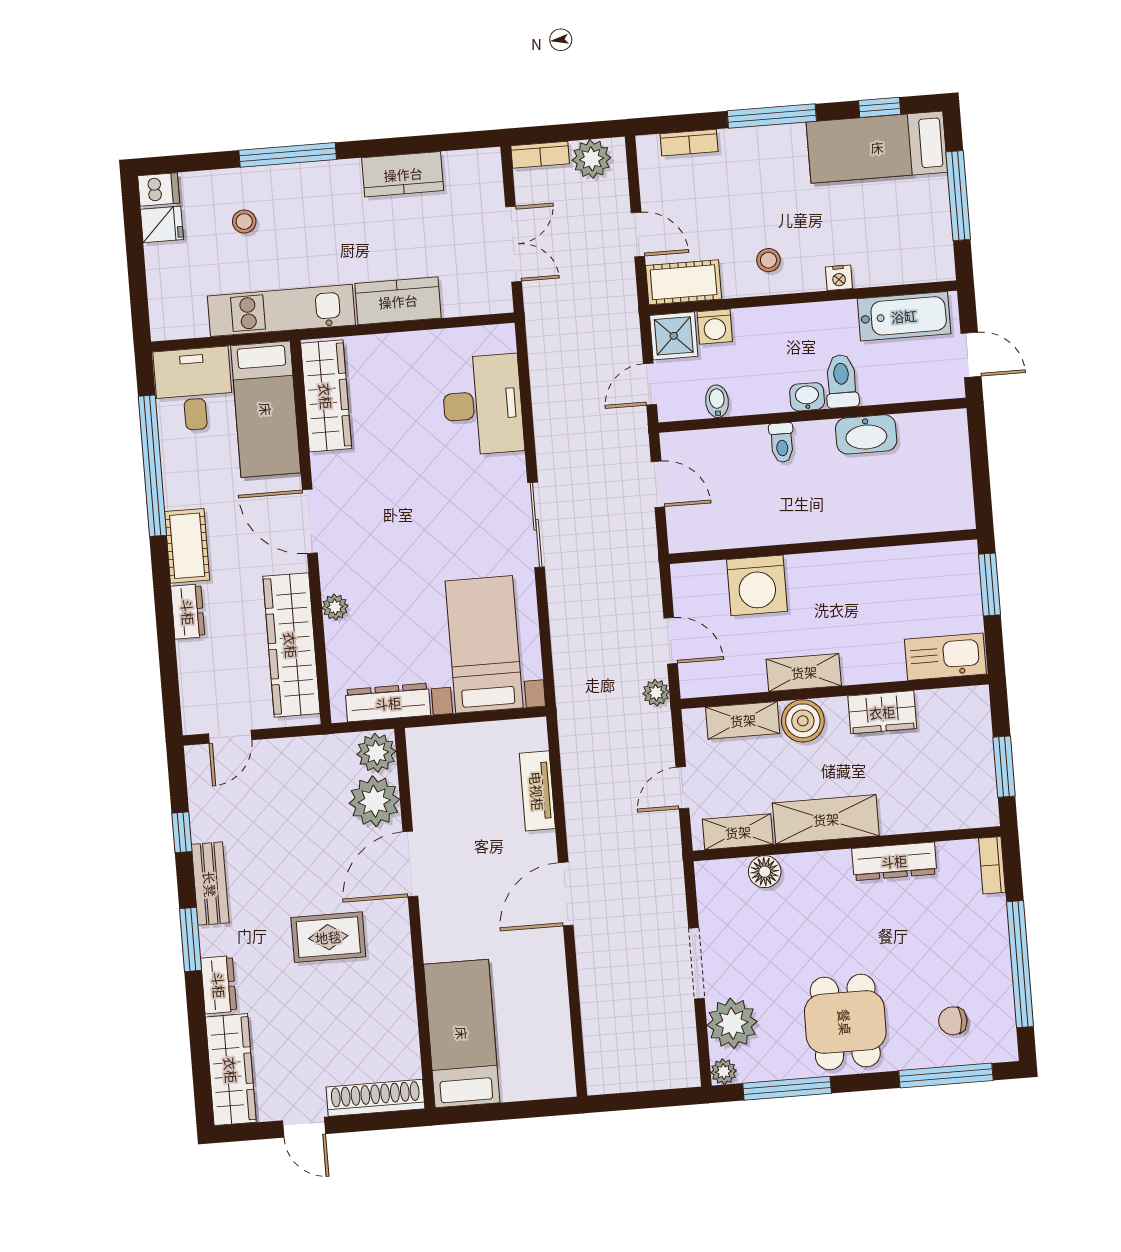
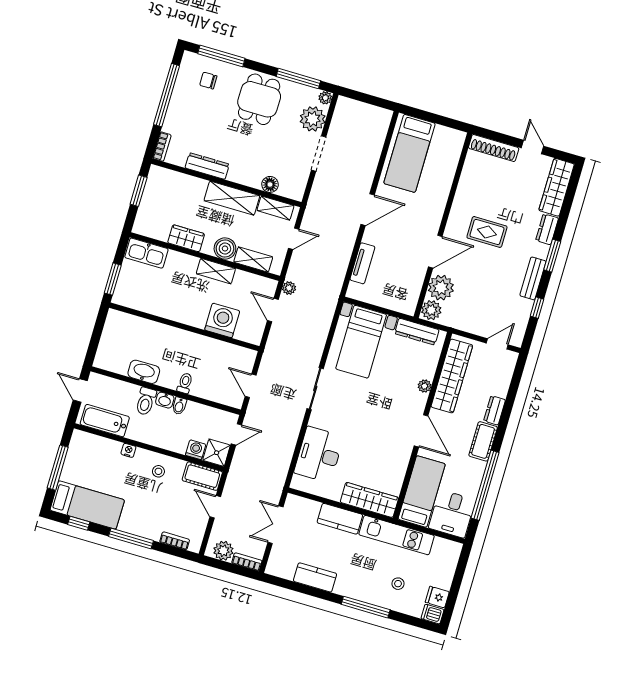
wardrobe: (326, 396) -> (369, 500), moved, turned 90
bidet: (717, 401) -> (179, 406), moved
chair: (953, 1021) -> (208, 81), turned 180
bed: (462, 1033) -> (409, 153), moved

